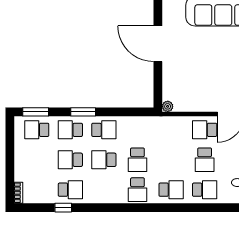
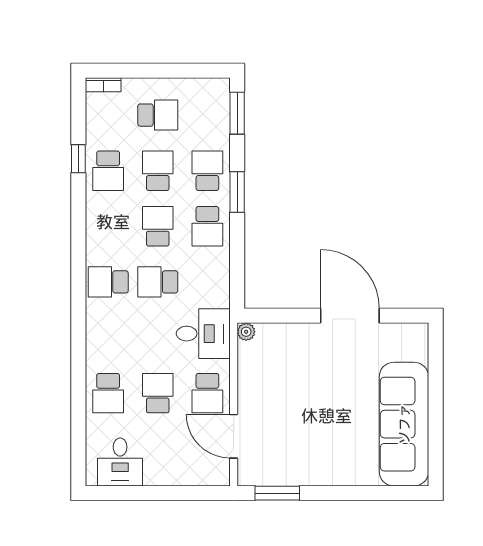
door: (158, 44) -> (350, 316), hinge flipped
school desk: (37, 130) -> (158, 115), moved, turned 90
school desk: (205, 130) -> (207, 393), turned 180
desk: (169, 132) -> (203, 334), added
school desk: (205, 160) -> (158, 393), turned 90
school desk: (171, 190) -> (108, 337), removed

